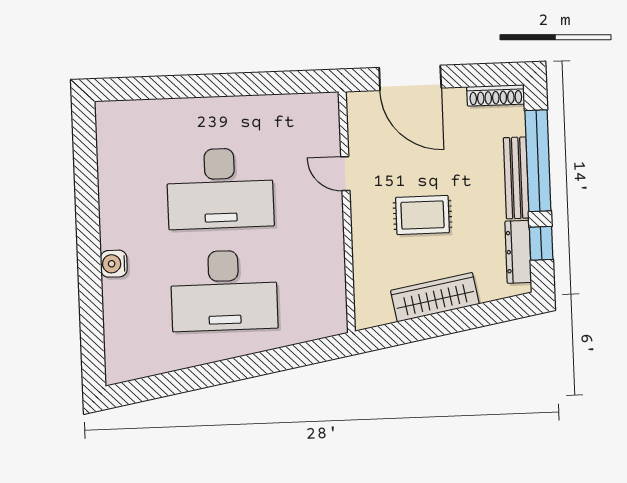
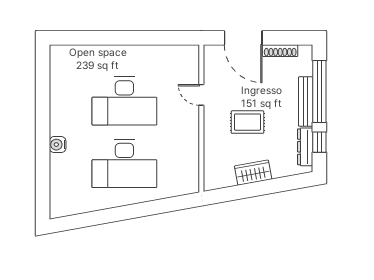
shoe rack: (496, 95) -> (280, 51), moved
wardrobe: (435, 297) -> (253, 173), width x0.67

